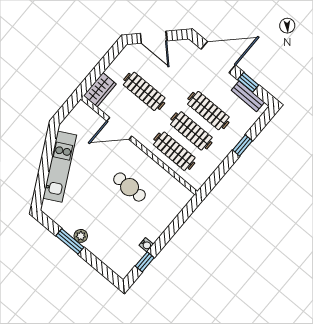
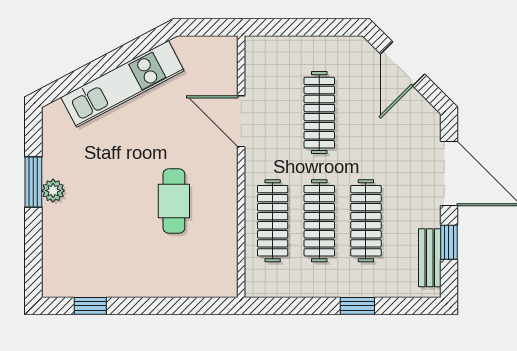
wardrobe: (100, 90) -> (271, 51), removed
water cooler: (146, 245) -> (115, 289), removed

